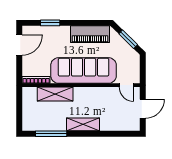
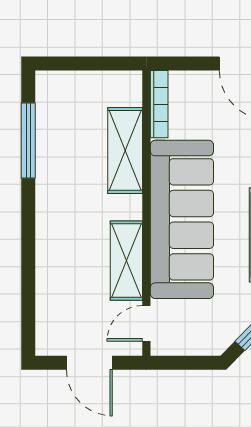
shelving: (83, 124) -> (126, 261), moved

